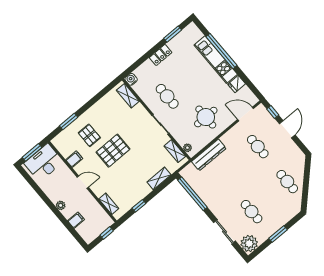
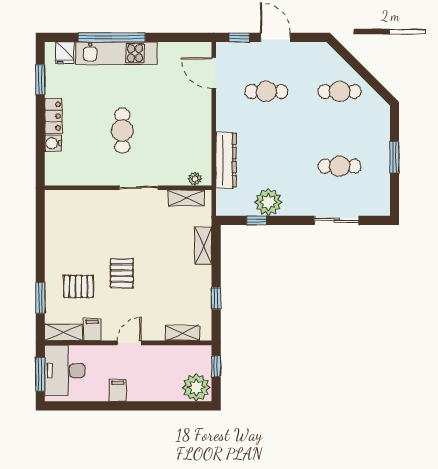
water cooler: (131, 79) -> (53, 143), moved
fridge: (237, 84) -> (65, 53), moved
shelving: (128, 96) -> (64, 332), moved
cafe table: (167, 96) -> (122, 131), moved, turned 90
door: (246, 114) -> (214, 73), hinge flipped
round table: (206, 117) -> (176, 125), removed
pallet: (113, 151) -> (122, 273), width x0.67, depth x0.71
window: (192, 194) -> (257, 220), width x0.32
plant: (61, 205) -> (196, 387), moved, width x1.87, depth x1.87
filing cabinet: (76, 220) -> (118, 390), moved
plant: (249, 243) -> (268, 202), moved

